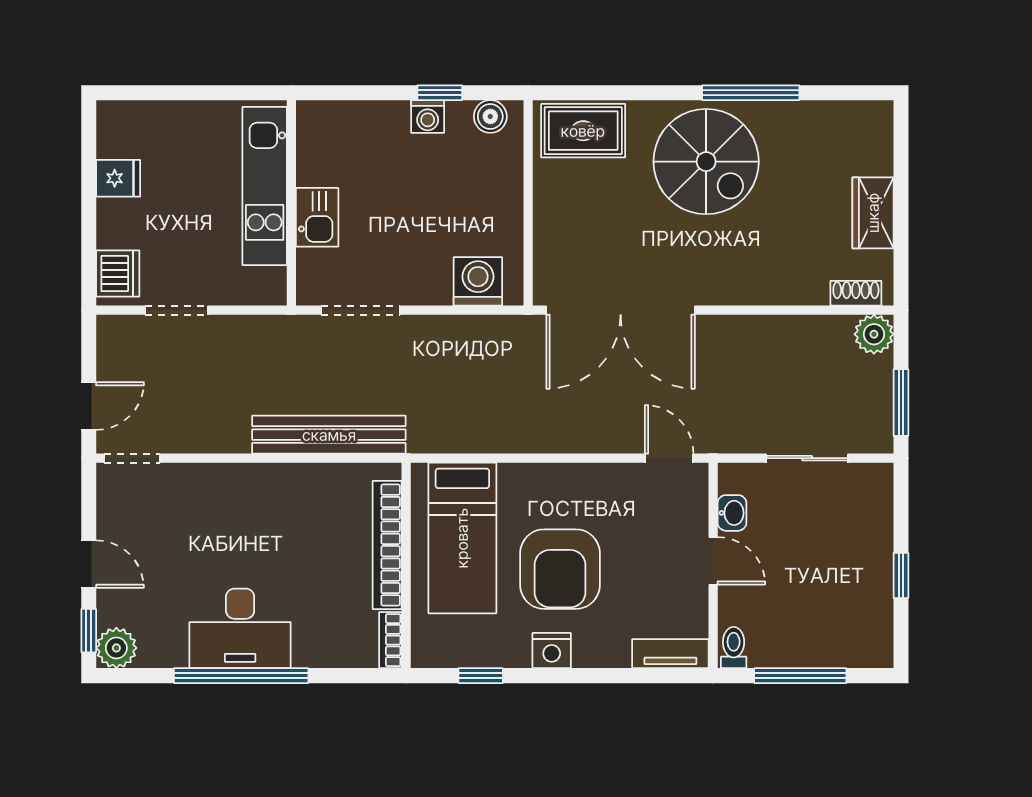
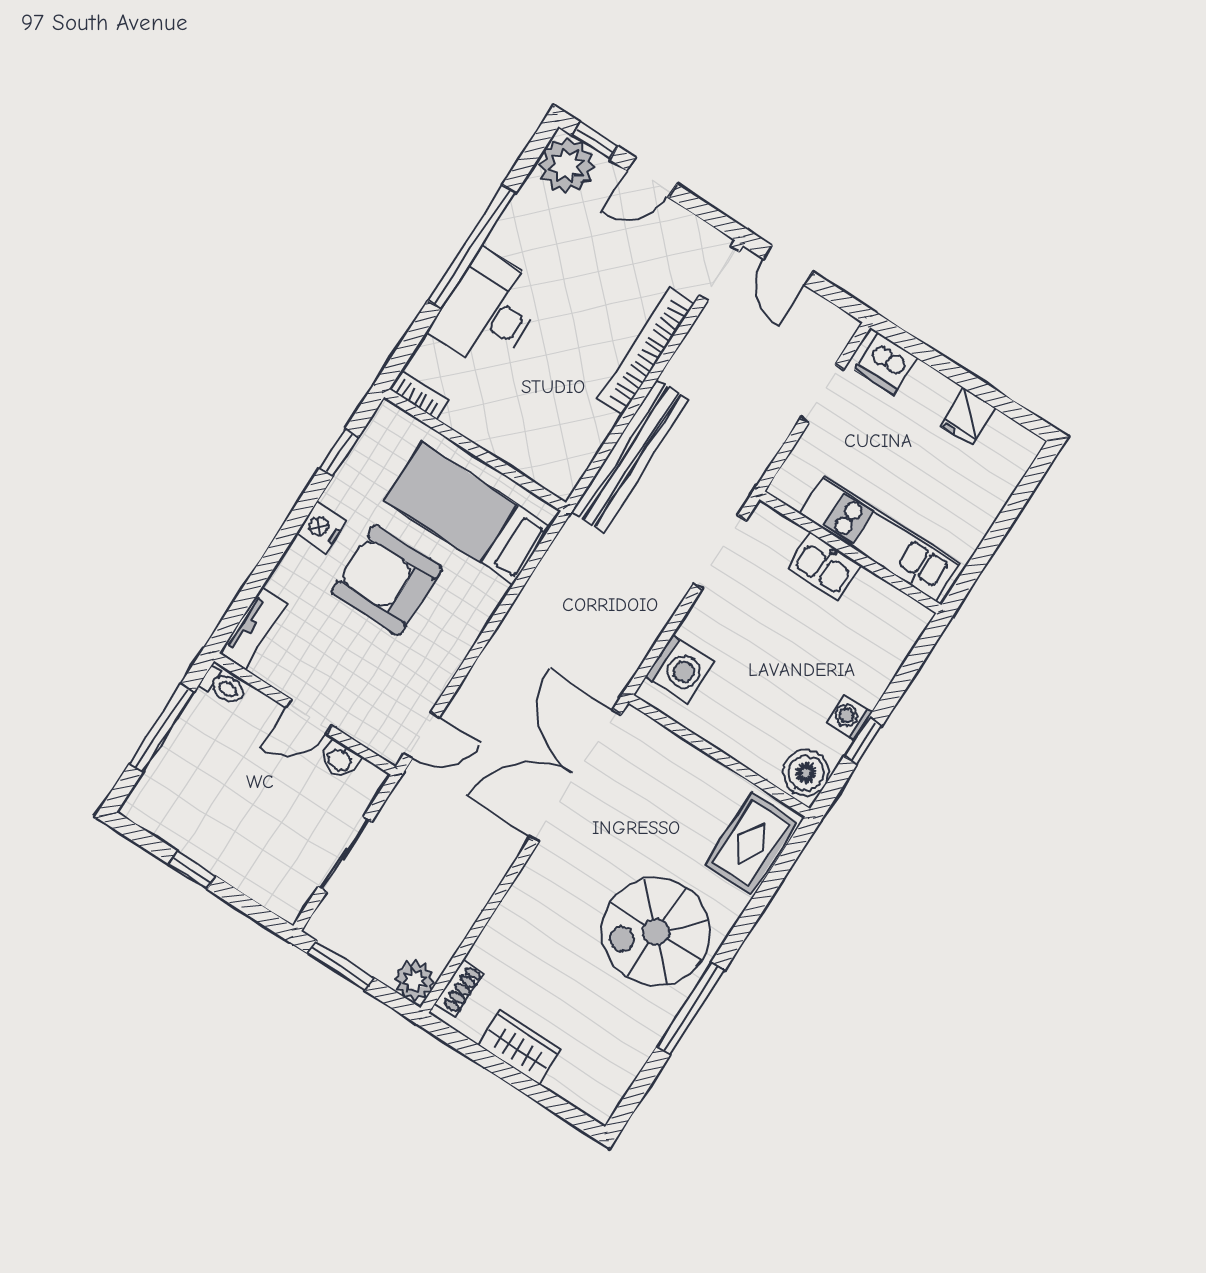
boiler: (490, 116) -> (806, 773), width x1.36, depth x1.36
bookcase: (387, 545) -> (646, 351), moved, turned -90
desk: (240, 628) -> (488, 311), moved
plant: (116, 648) -> (567, 165), width x1.36, depth x1.36

